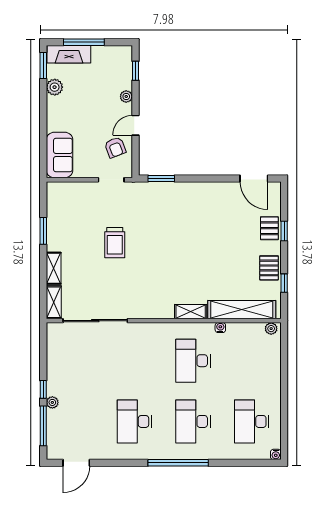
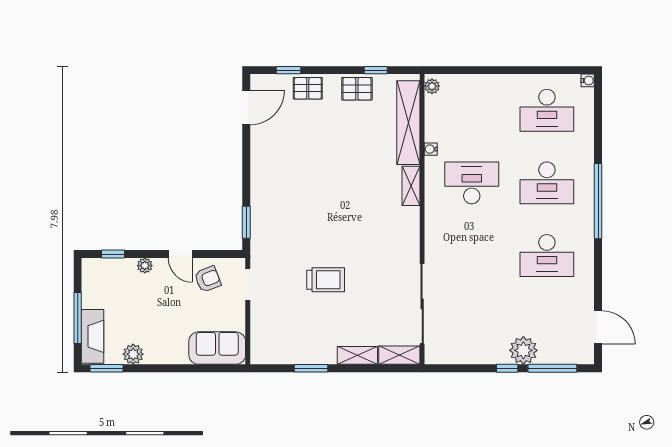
window: (284, 231) -> (288, 70), moved
desk: (193, 361) -> (472, 183), turned 180
plant: (52, 402) -> (523, 350), width x1.88, depth x1.88

